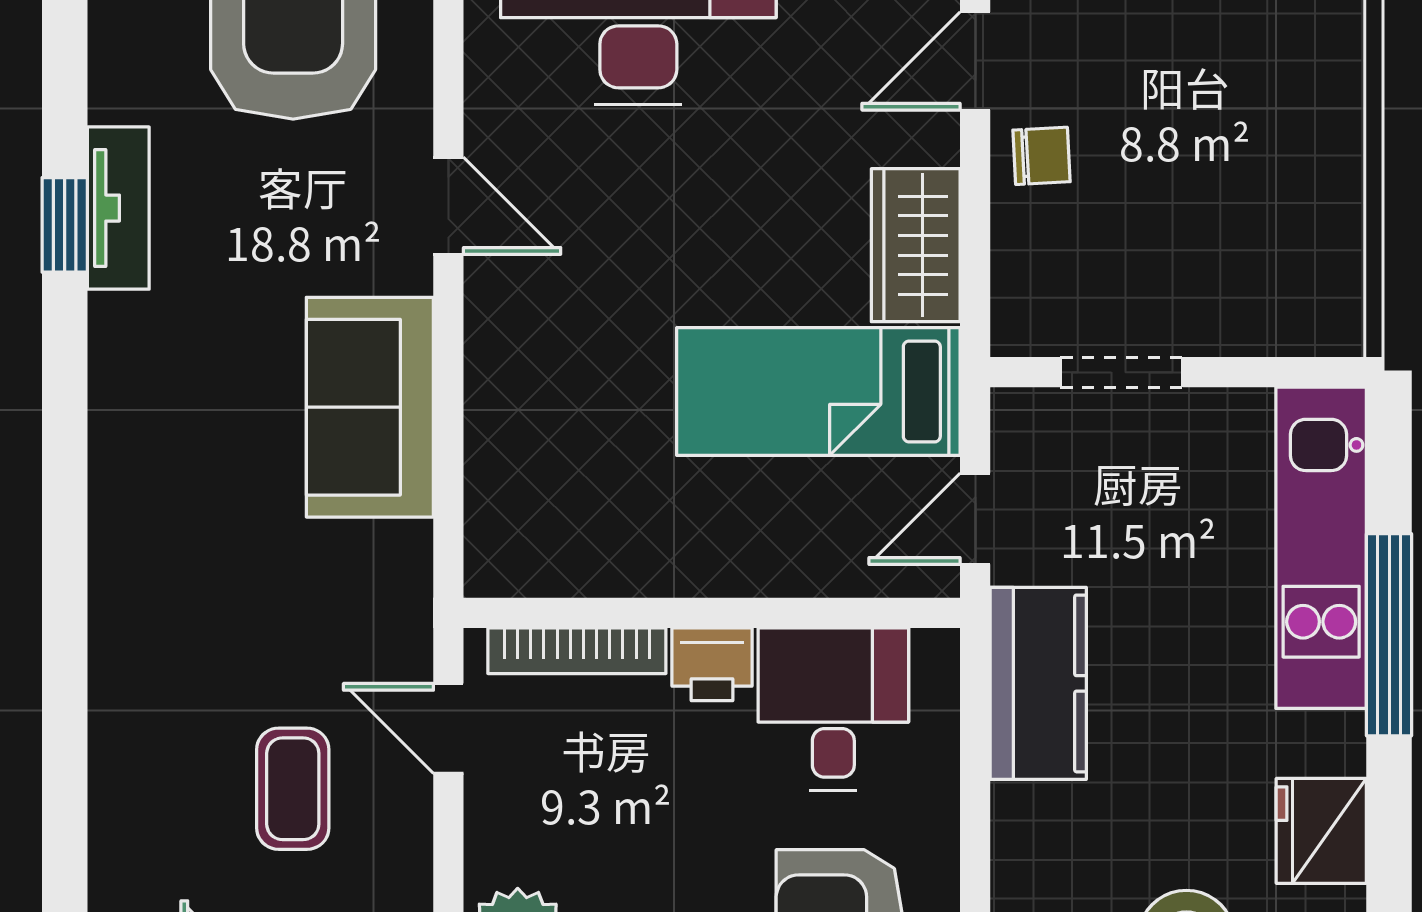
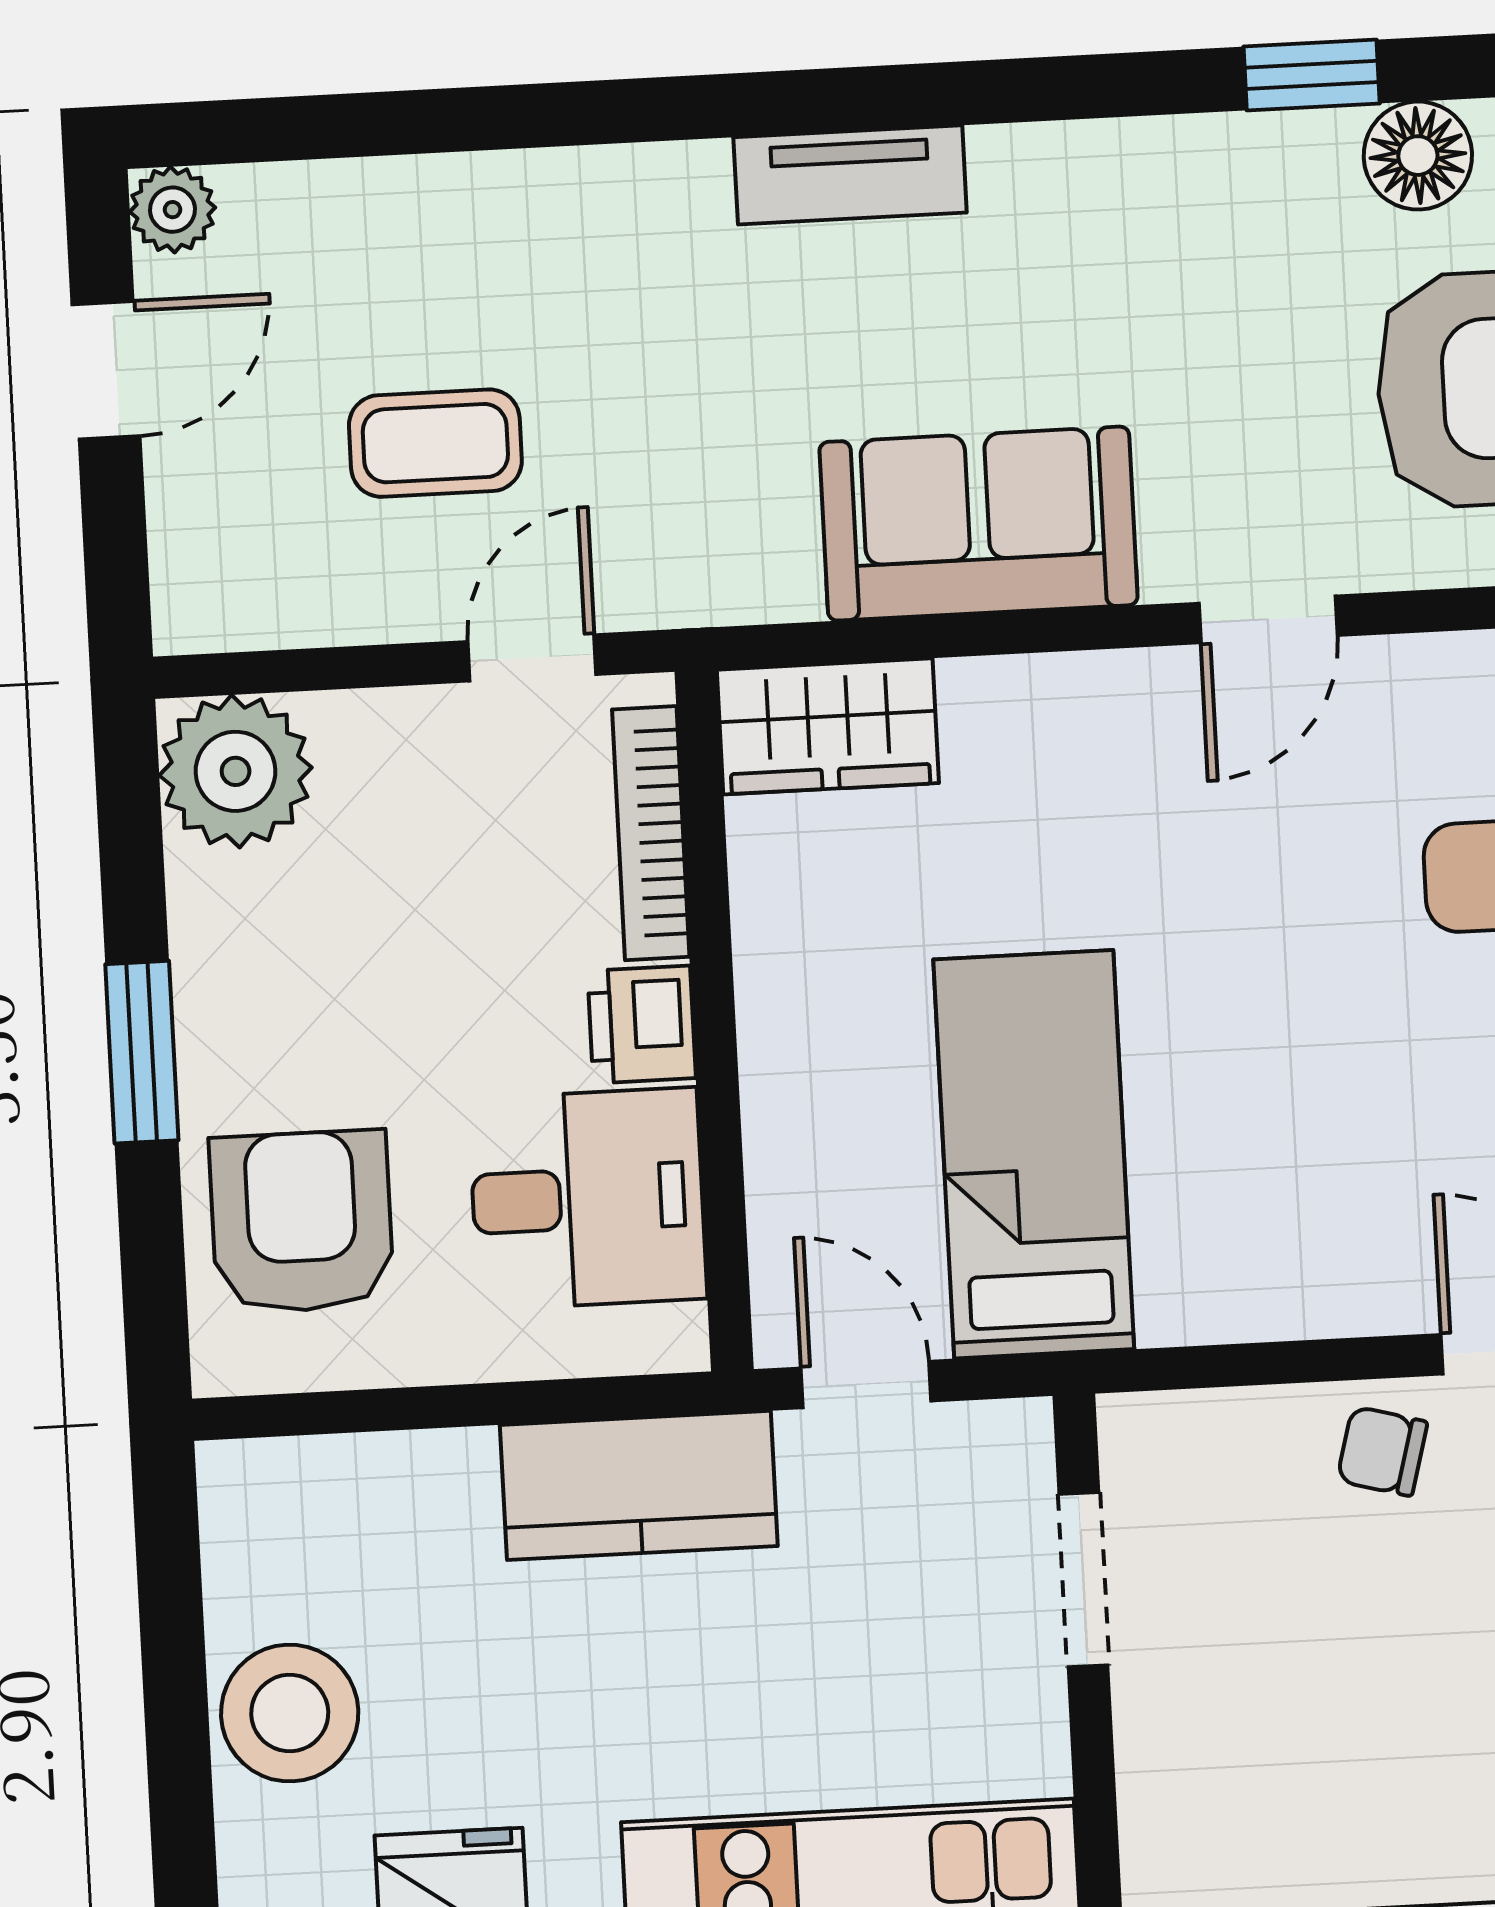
floor lamp: (126, 83) -> (1418, 156), added
chair: (1042, 156) -> (1382, 1451), turned 108
tv unit: (118, 208) -> (850, 175), moved
window: (65, 225) -> (1312, 75), moved
wardrobe: (916, 245) -> (828, 726), moved, turned 180

